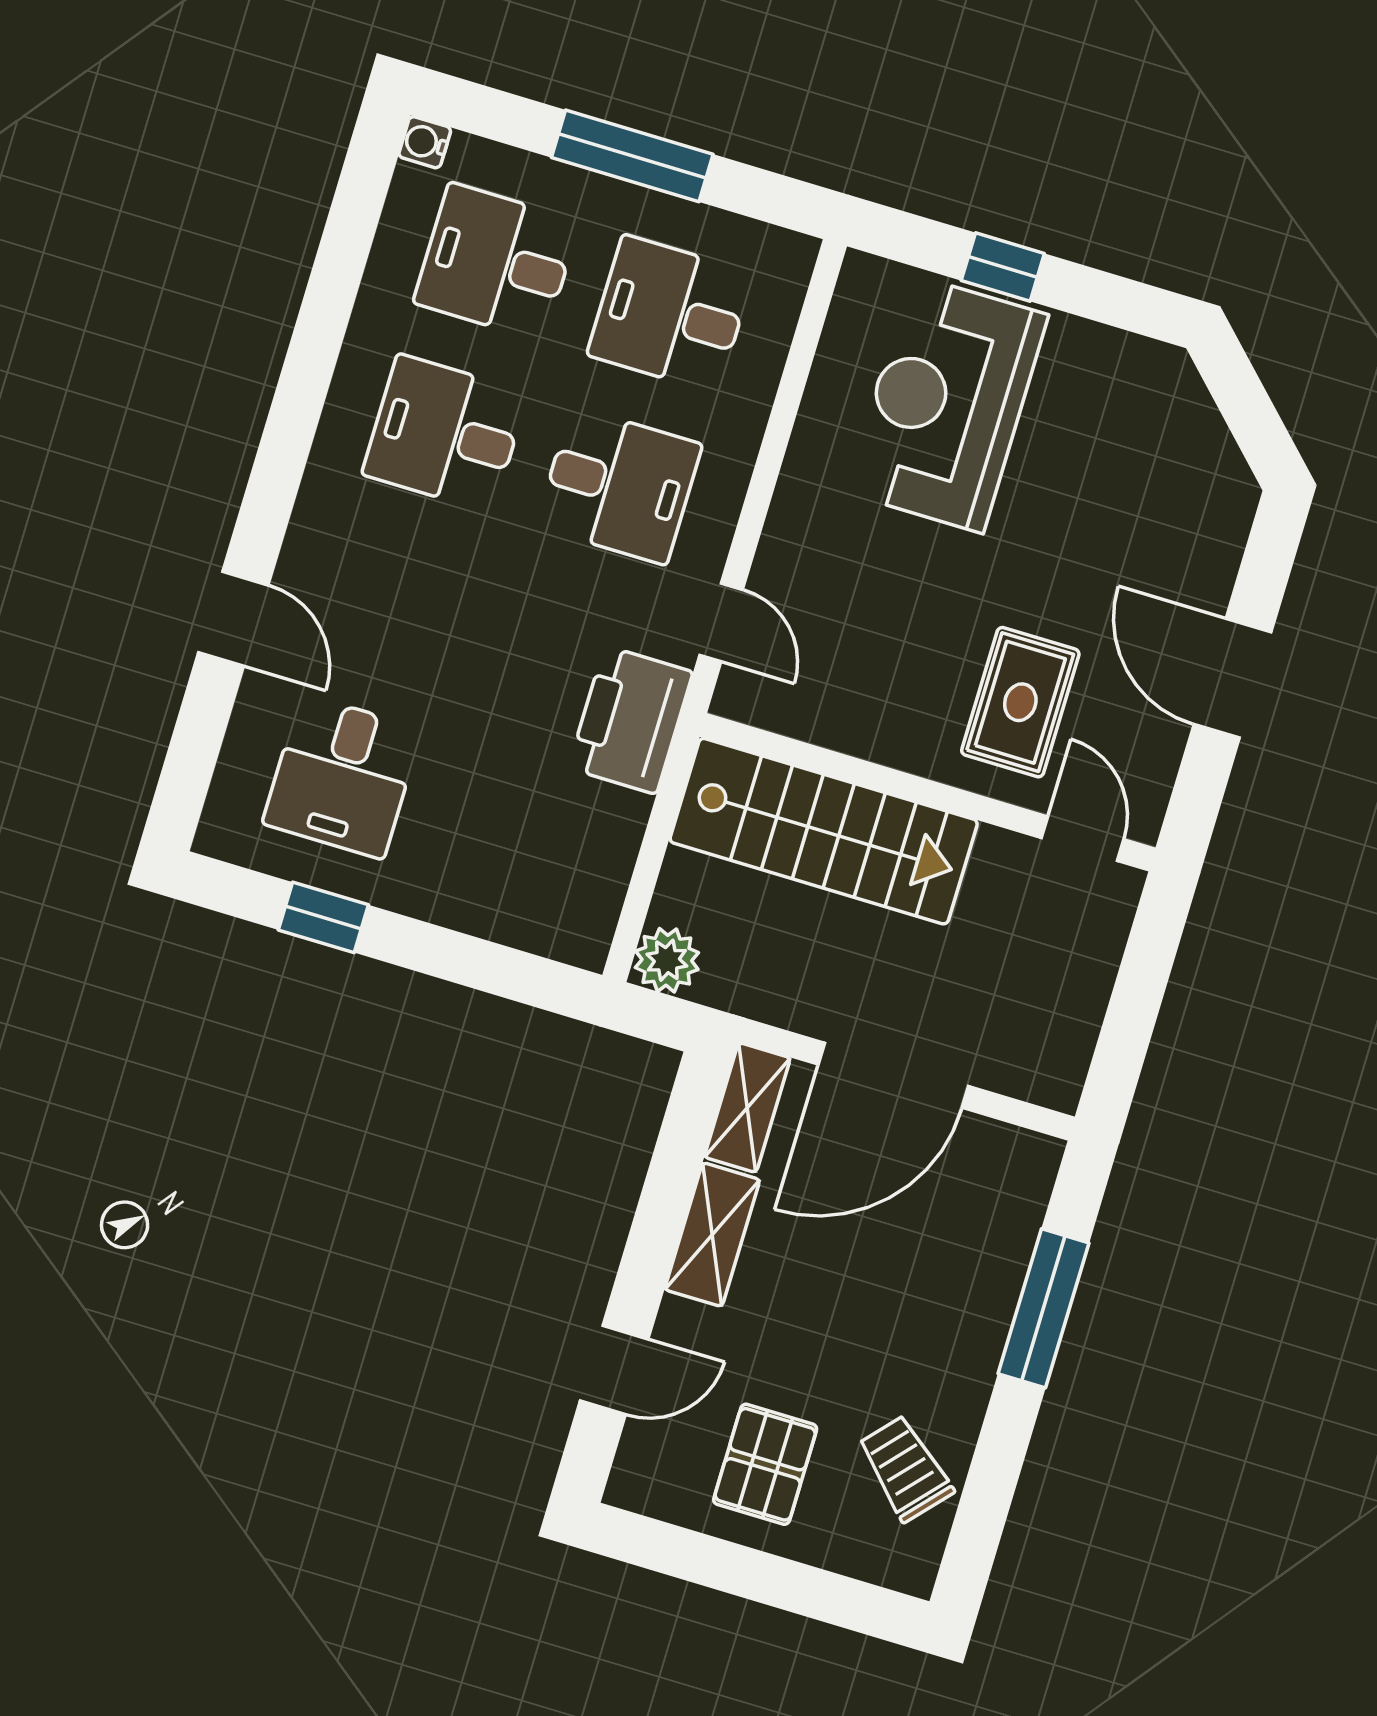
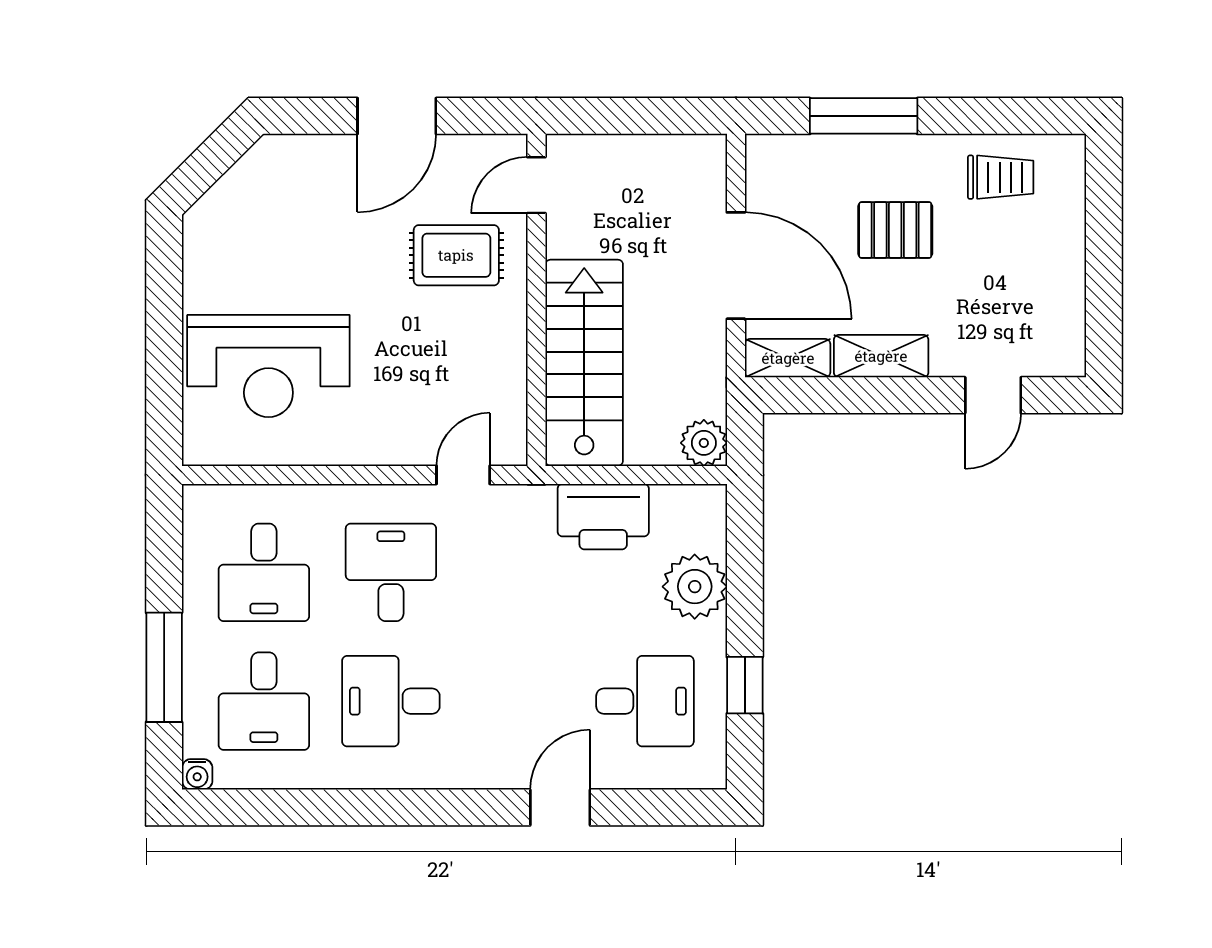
window: (632, 156) -> (164, 667), moved
window: (1003, 267) -> (164, 356), removed
desk: (445, 433) -> (391, 701), turned 90
printer: (631, 720) -> (603, 517), moved
plant: (477, 890) -> (695, 587), added
door: (614, 1370) -> (993, 395), swing flipped
pallet: (765, 1464) -> (895, 230), moved
trolley: (905, 1468) -> (1001, 177), turned -132

